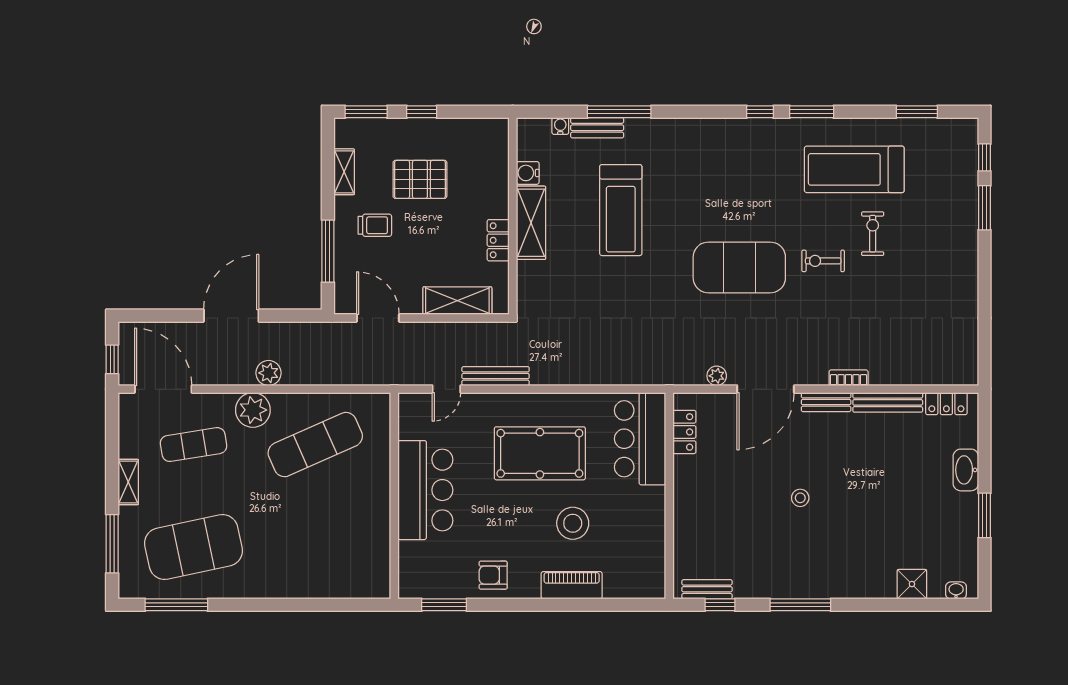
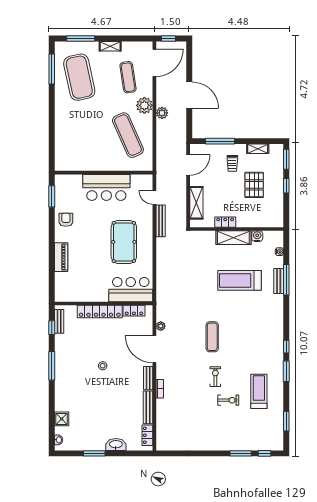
bench: (597, 128) -> (279, 281), moved
treadmill: (854, 169) -> (259, 391), width x0.73, depth x0.73
exercise mat: (739, 267) -> (212, 337), width x0.50, depth x0.69
locker: (686, 504) -> (100, 312), added
stool: (573, 523) -> (91, 258), removed

